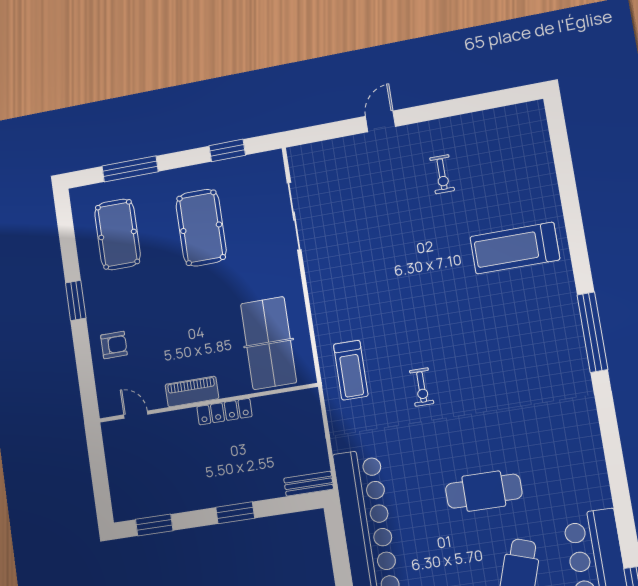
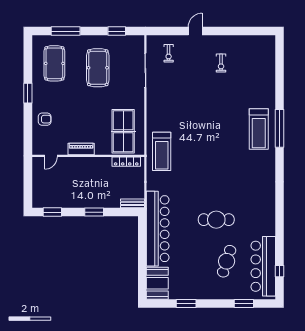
treadmill: (515, 248) -> (259, 129), moved, turned -90
window: (592, 332) -> (280, 128), moved
treadmill: (351, 370) -> (162, 151), width x1.37, depth x1.38
exercise bike: (422, 387) -> (169, 53), moved
locker: (224, 412) -> (126, 162), moved
door: (136, 415) -> (51, 156), swing flipped

